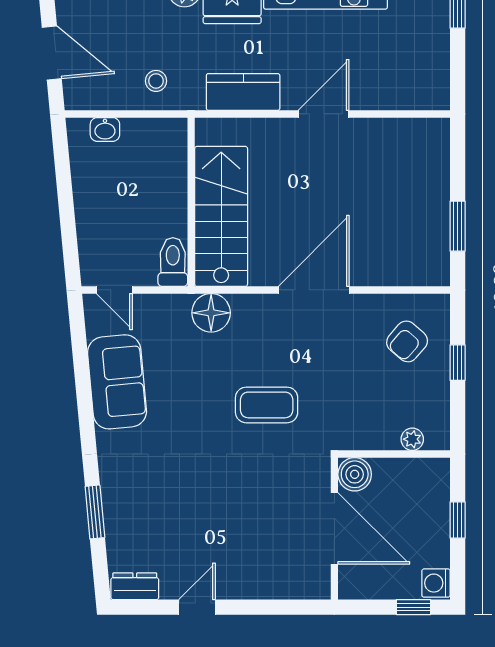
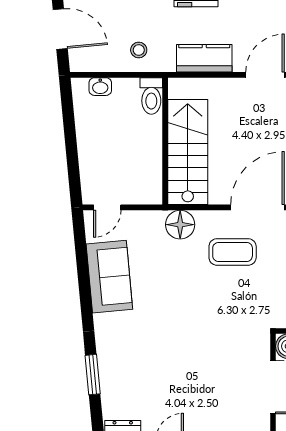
toilet: (173, 262) -> (151, 96), moved, turned 180
door: (114, 290) -> (107, 207), hinge flipped
coffee table: (267, 405) -> (233, 252), moved

